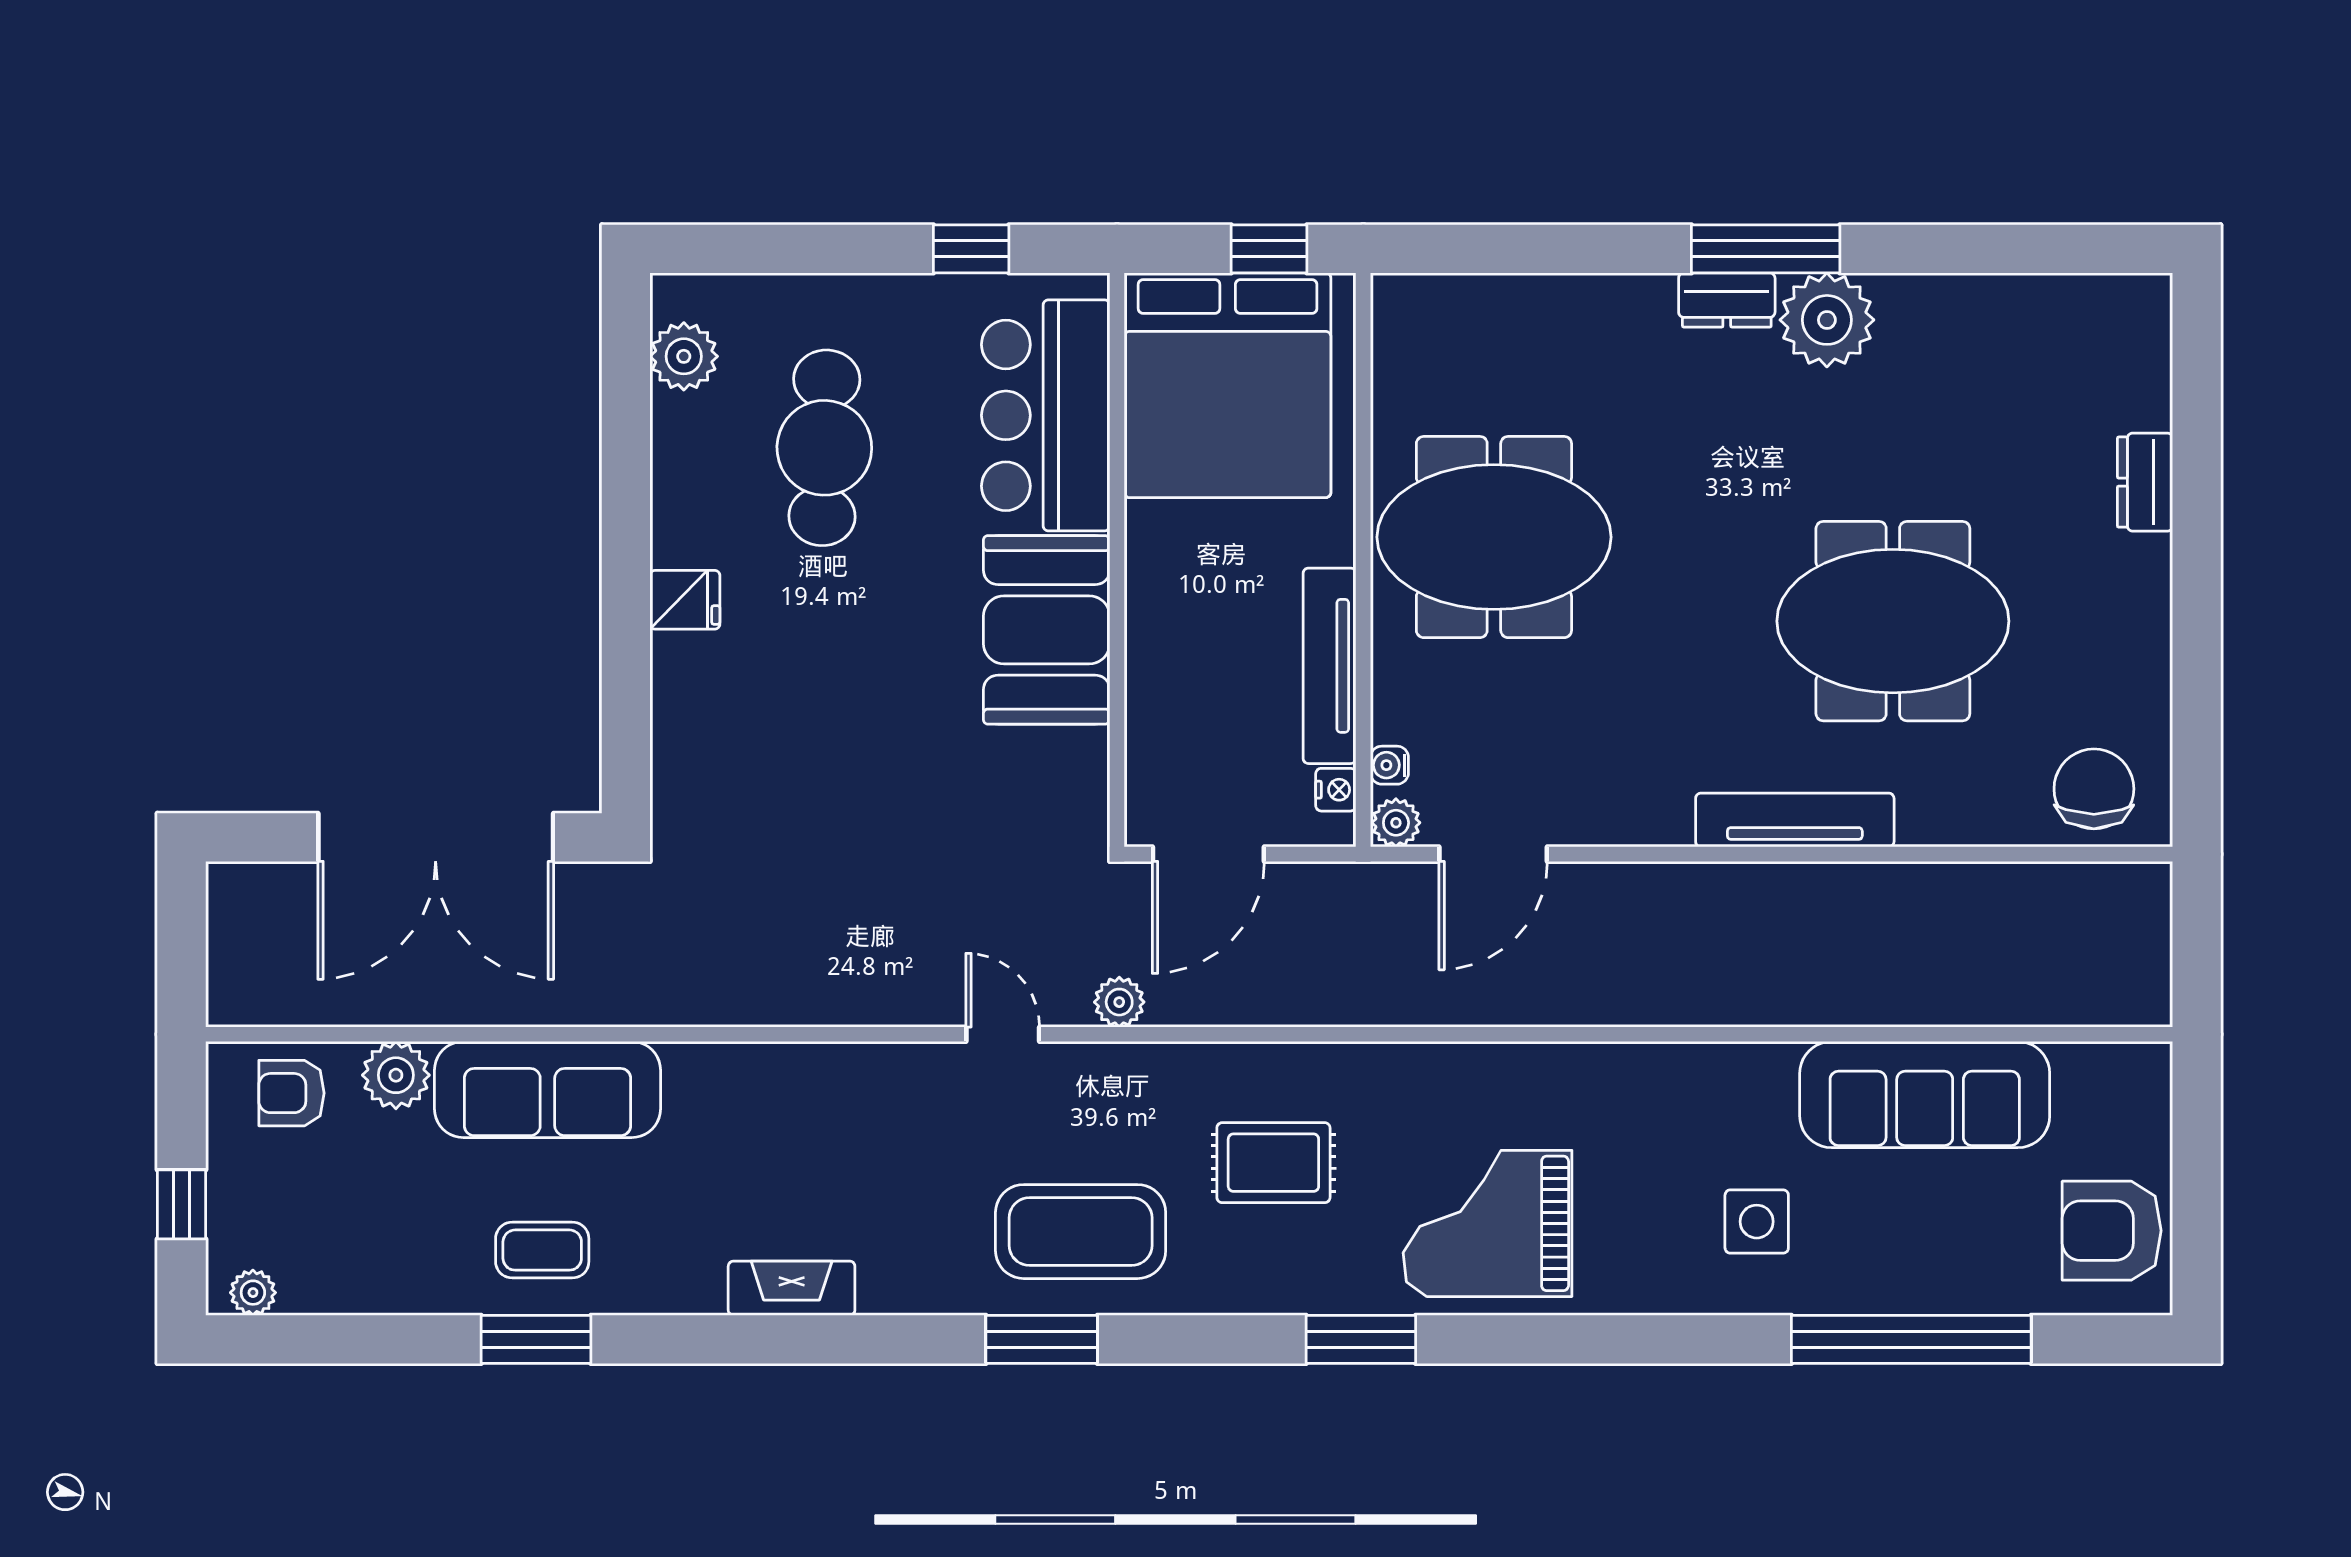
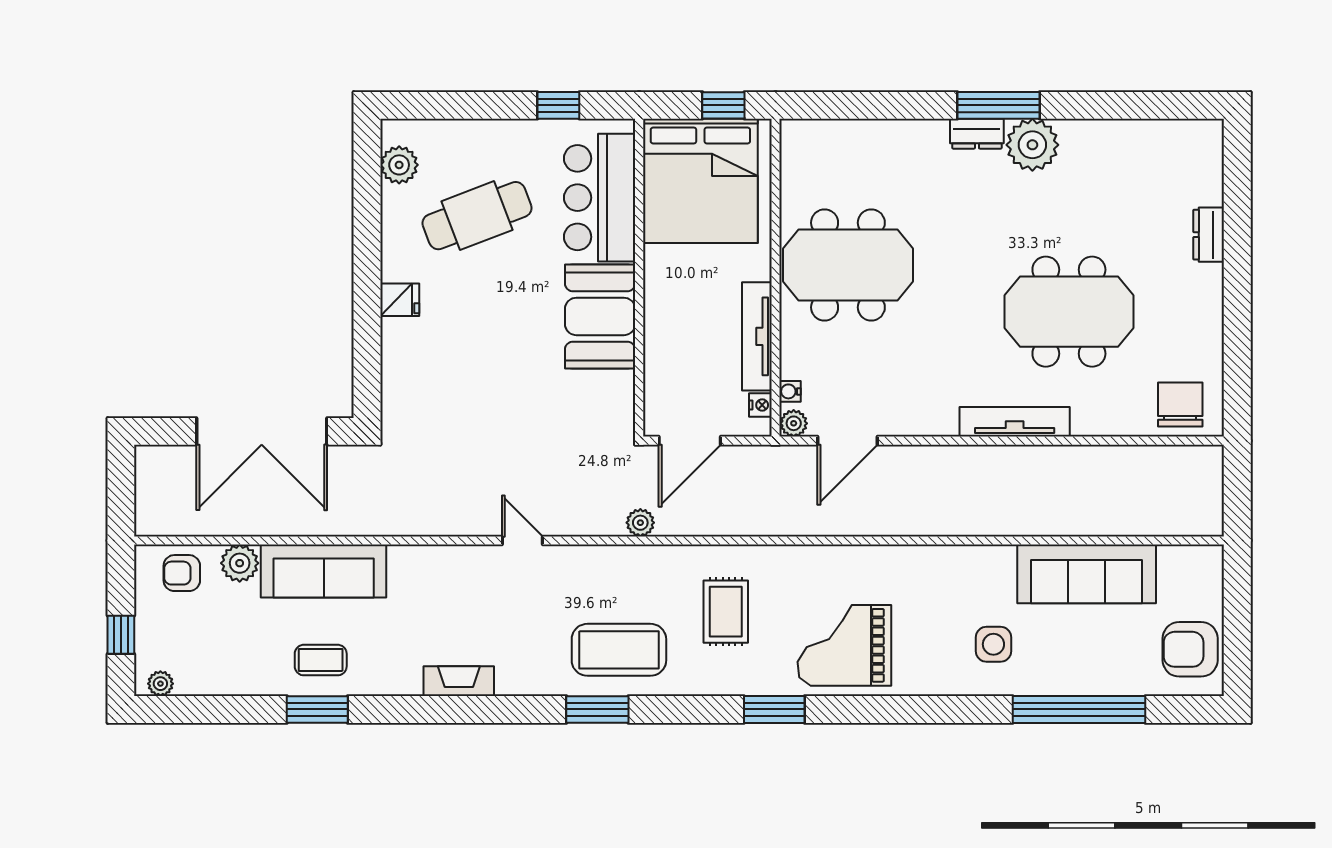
cafe table: (824, 448) -> (477, 216), turned 67
door: (1003, 1034) -> (522, 540), moved
rug: (1273, 1163) -> (726, 612), turned 90

